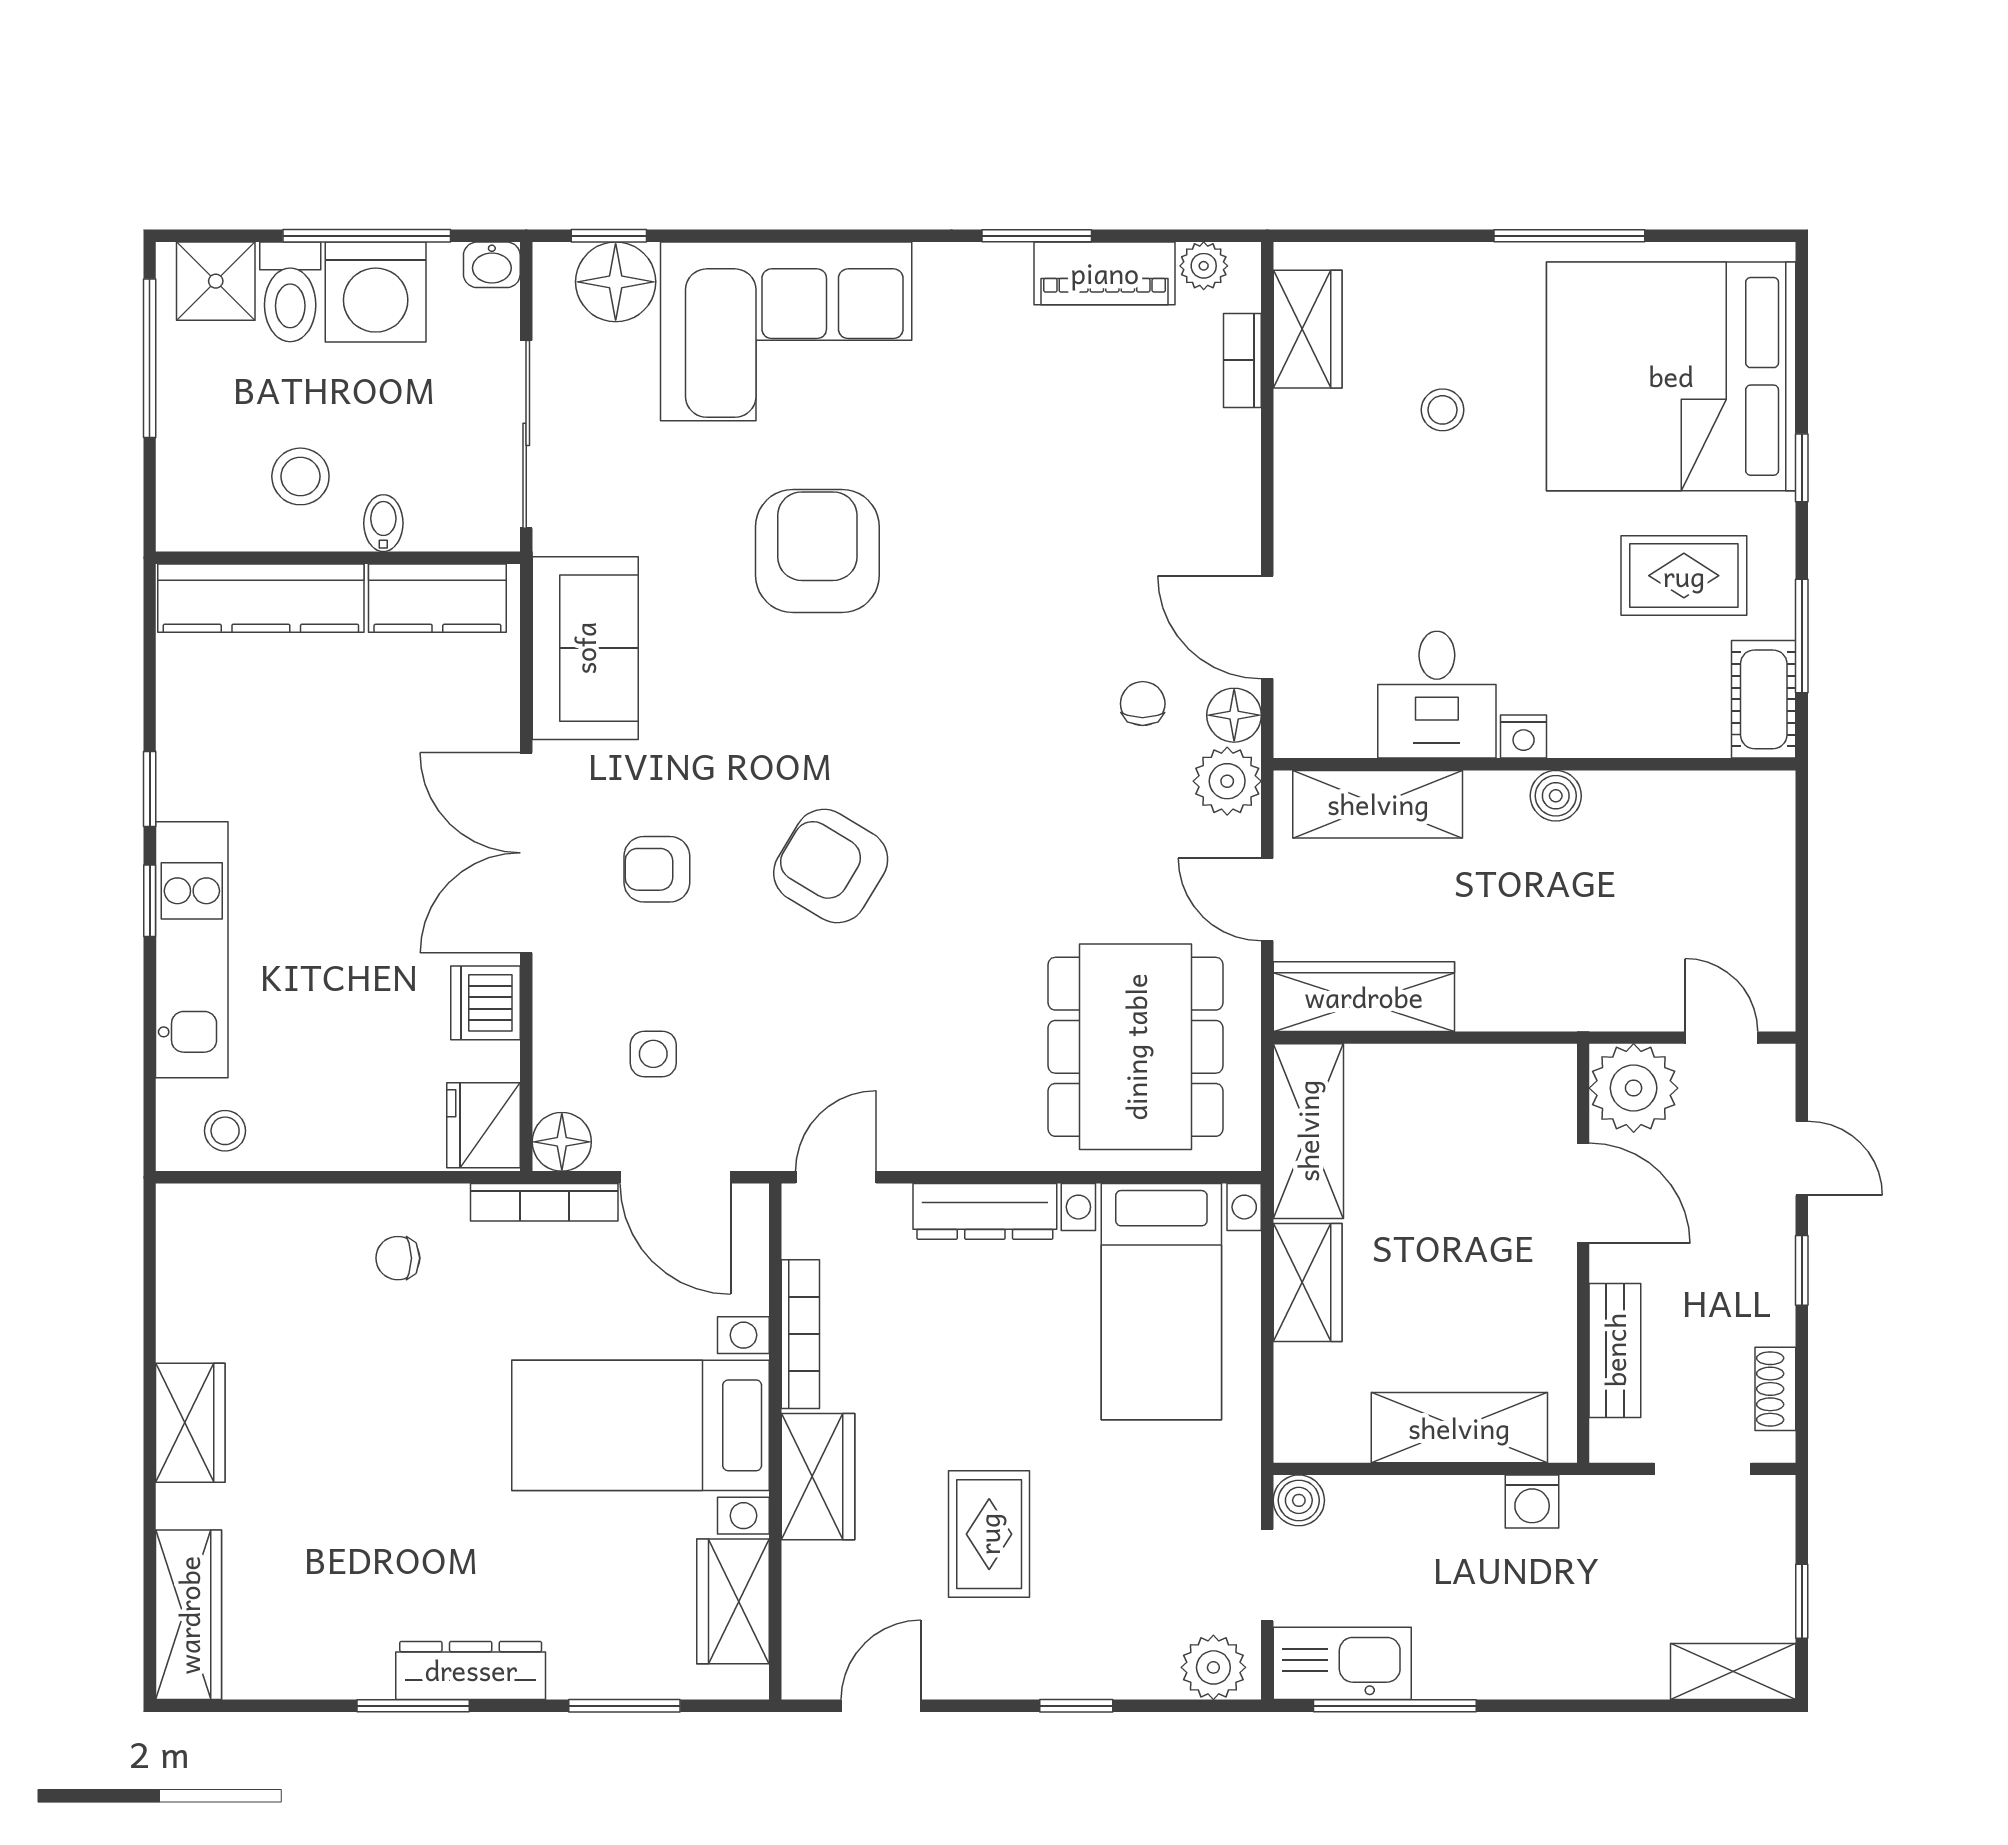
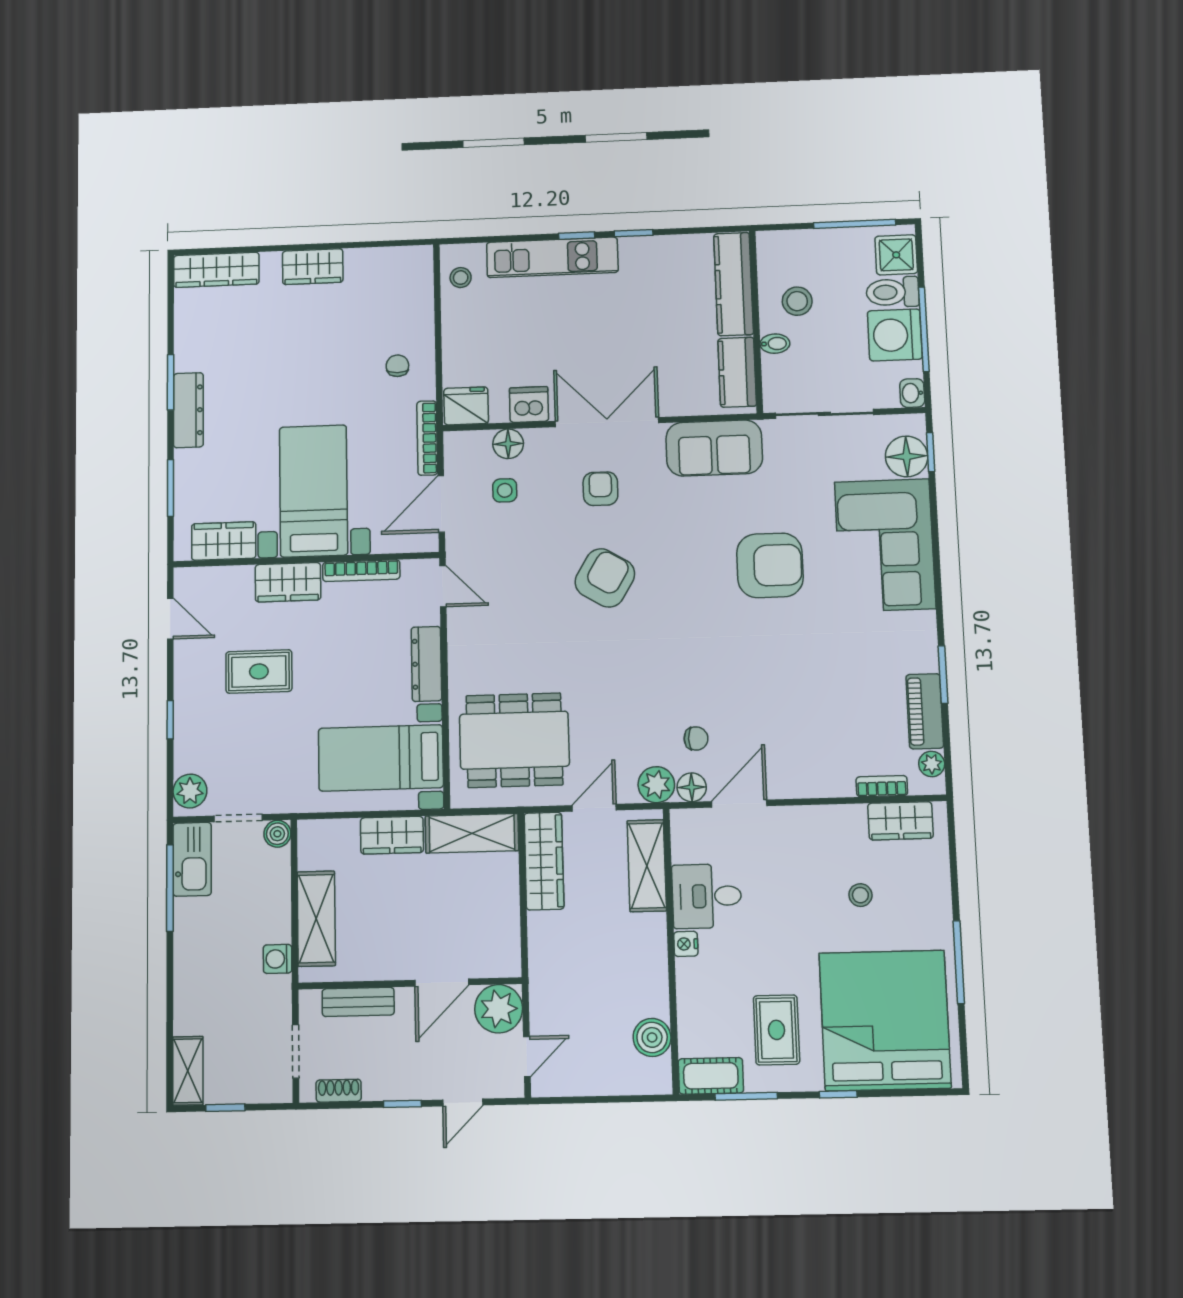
boiler: (1556, 796) -> (652, 1037), moved, width x1.36, depth x1.36
floor lamp: (562, 1142) -> (508, 444), moved

